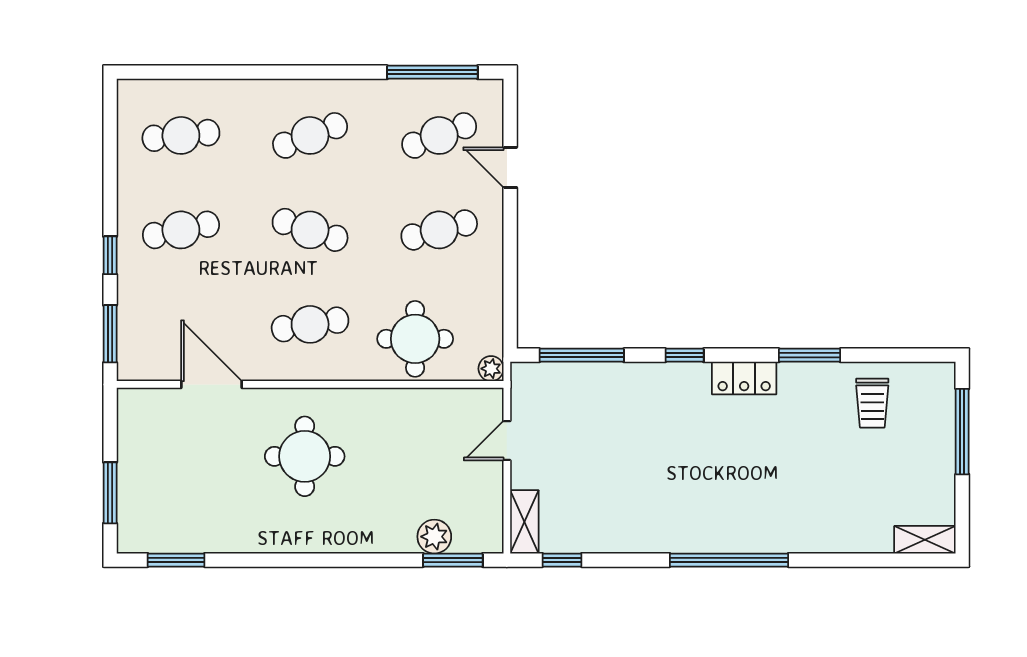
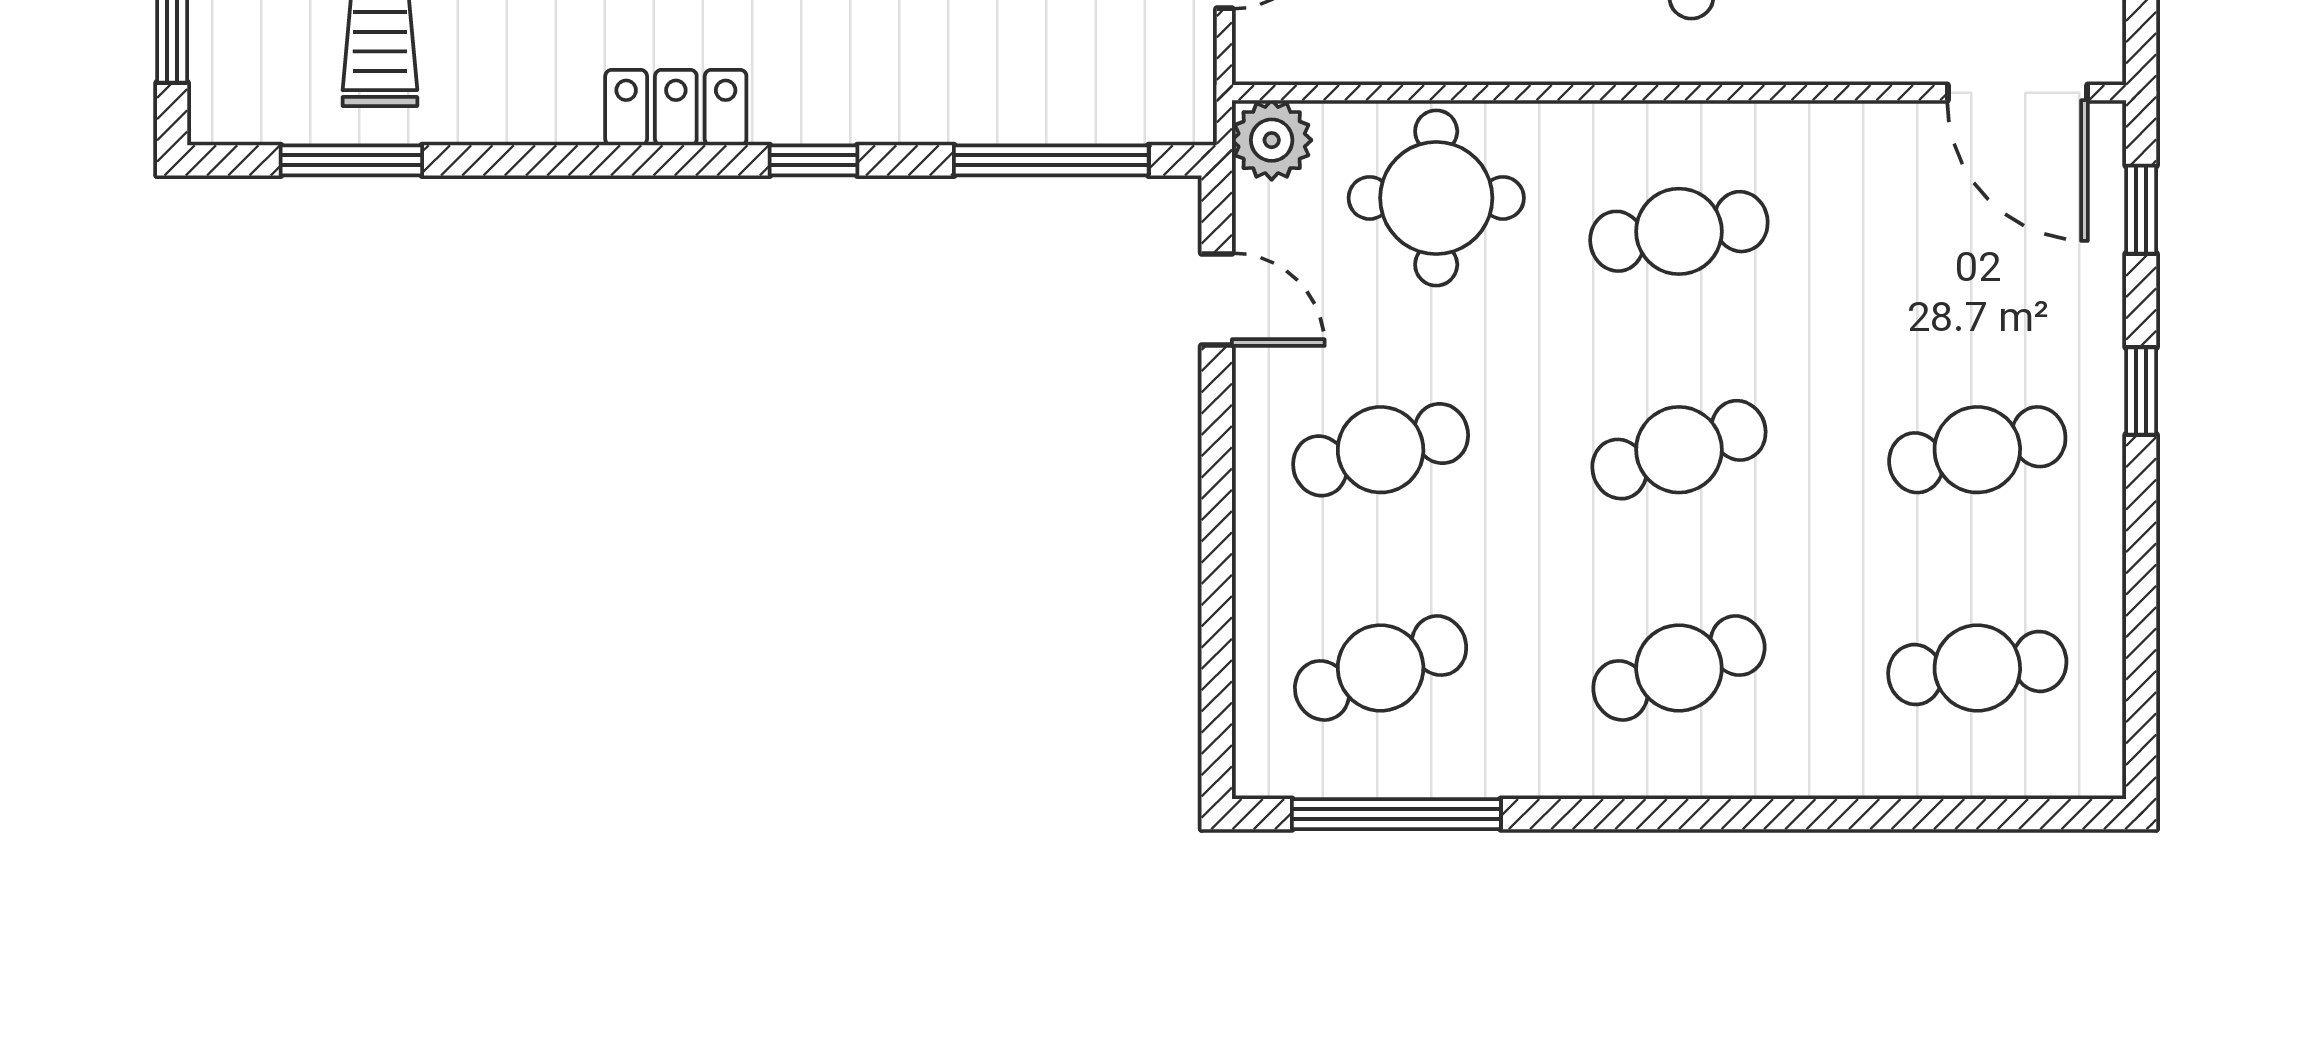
door: (510, 167) -> (1217, 300), moved
cafe table: (310, 230) -> (1679, 450), turned -36
window: (110, 334) -> (2141, 210), width x0.67
window: (810, 355) -> (351, 160), moved
plant: (491, 369) -> (1272, 140), width x1.38, depth x1.38
door: (211, 384) -> (2017, 93), moved

